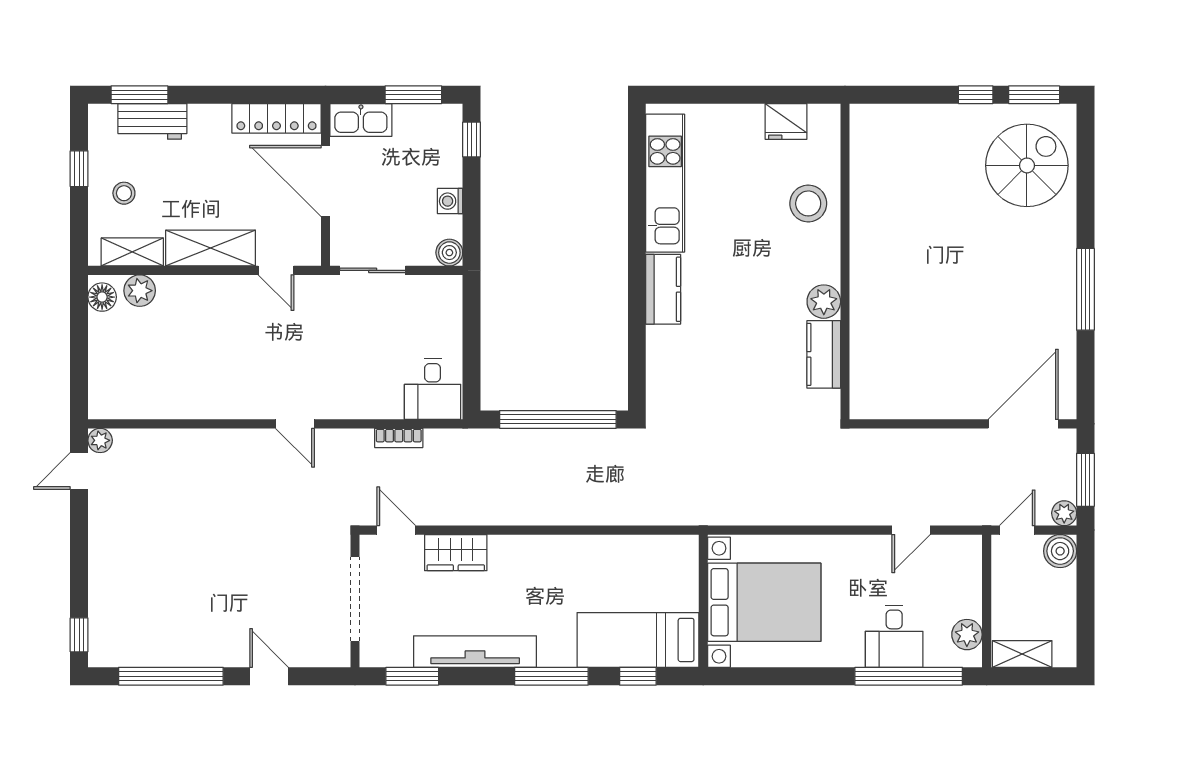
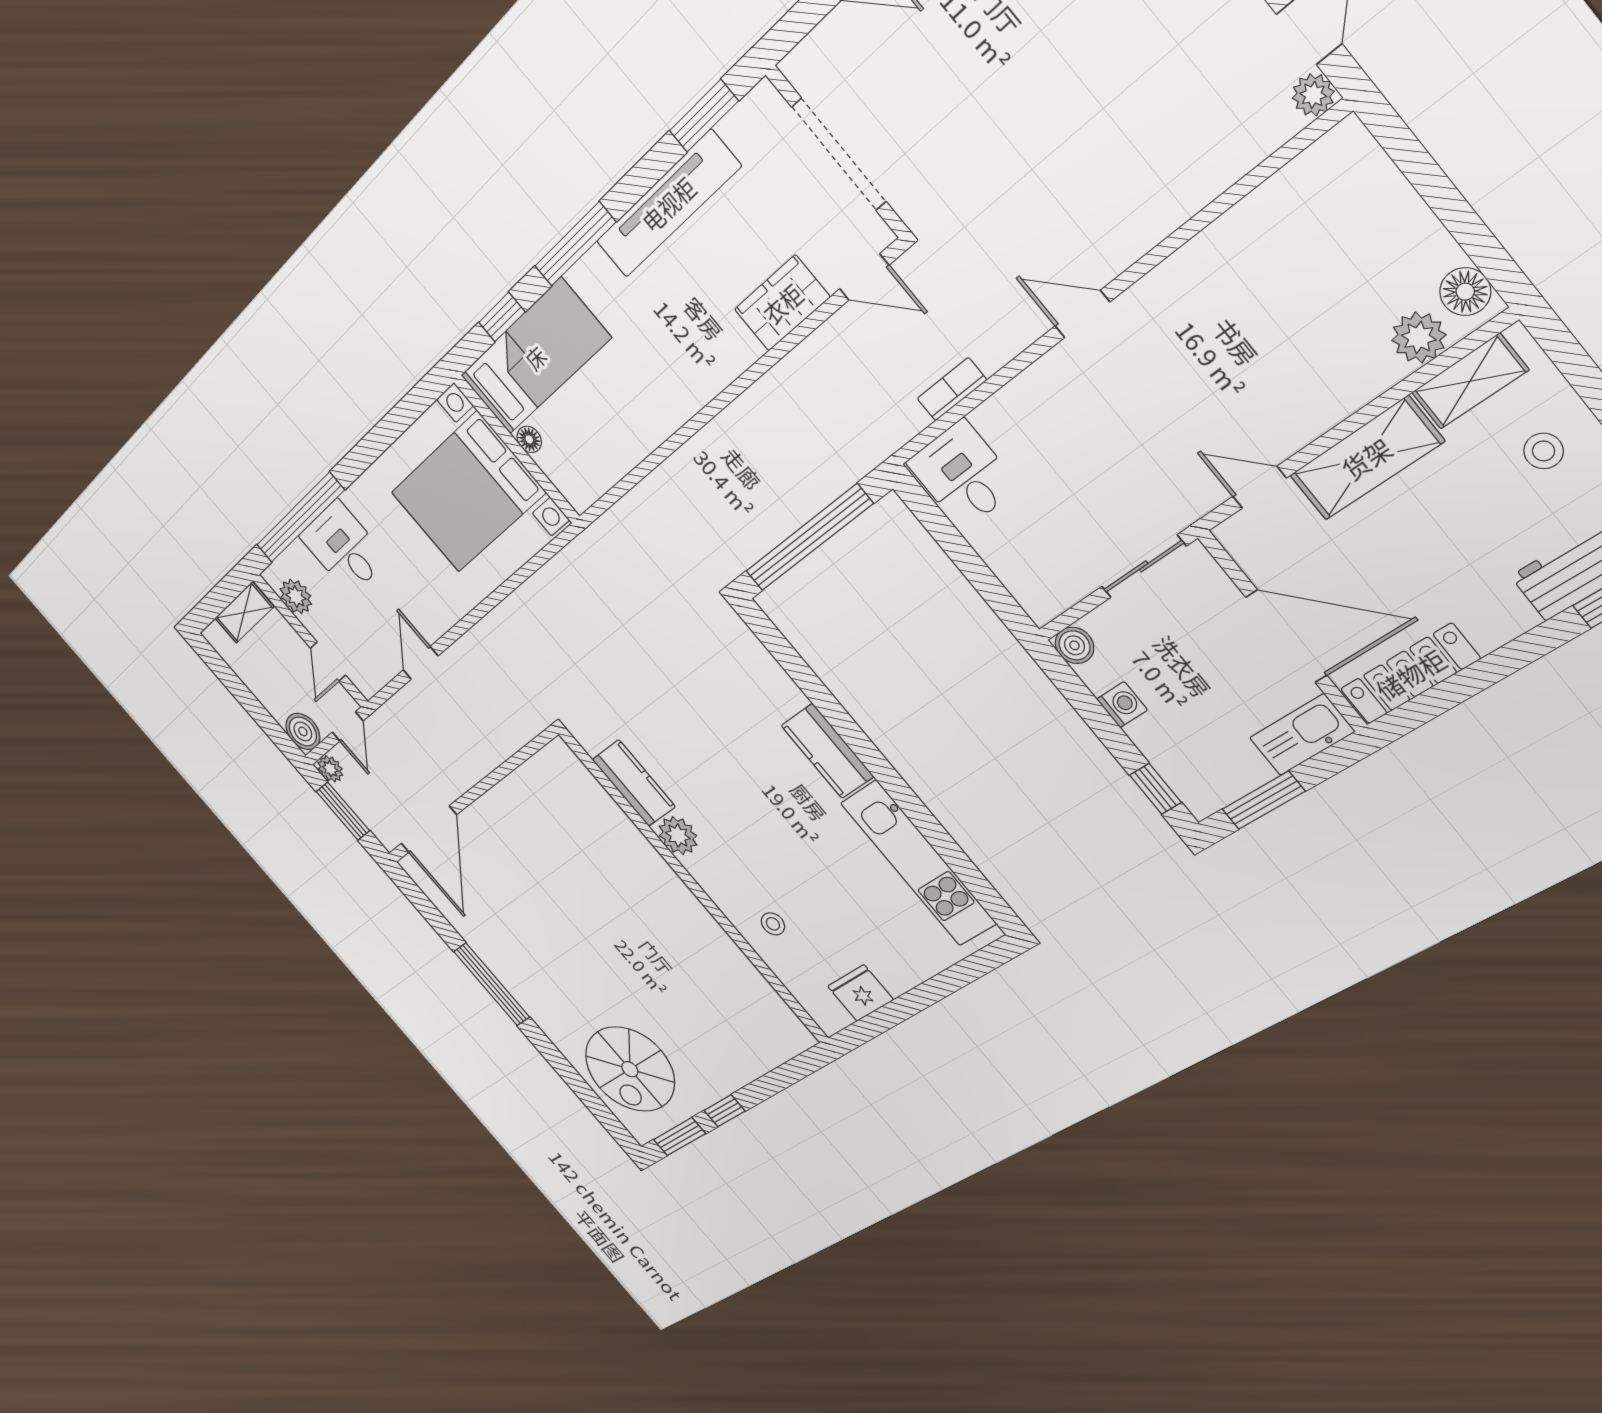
stool: (808, 203) -> (773, 924), width x0.53, depth x0.53
door: (987, 579) -> (328, 662), added
floor lamp: (689, 600) -> (529, 439), added

